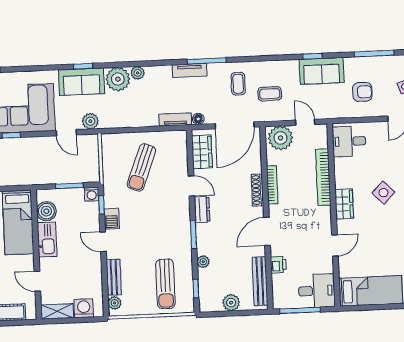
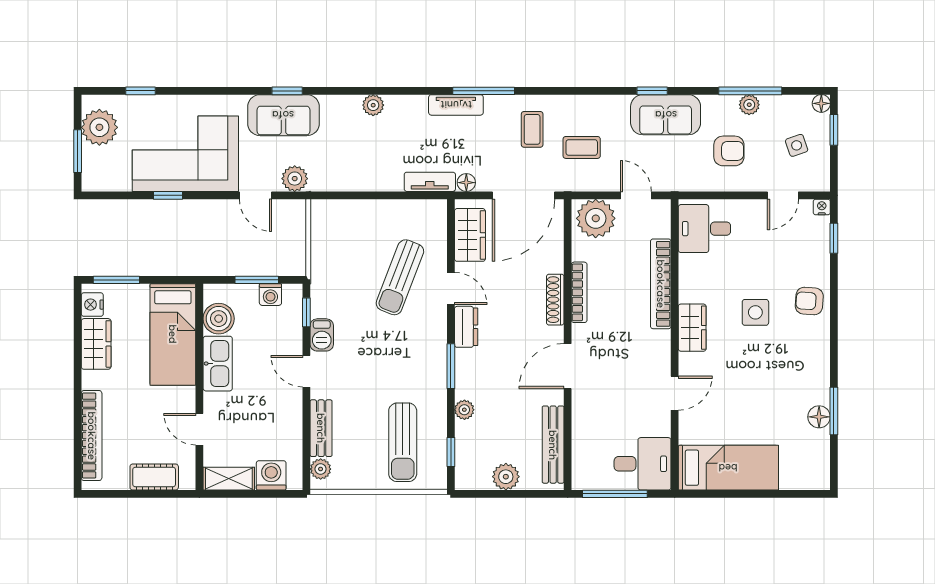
plant: (118, 79) -> (749, 105), moved, width x0.53, depth x0.53
sun lounger: (141, 167) -> (400, 277), moved
side table: (383, 193) -> (755, 312), turned 45
washing machine: (92, 194) -> (270, 295), moved
printer: (278, 265) -> (583, 420), removed

